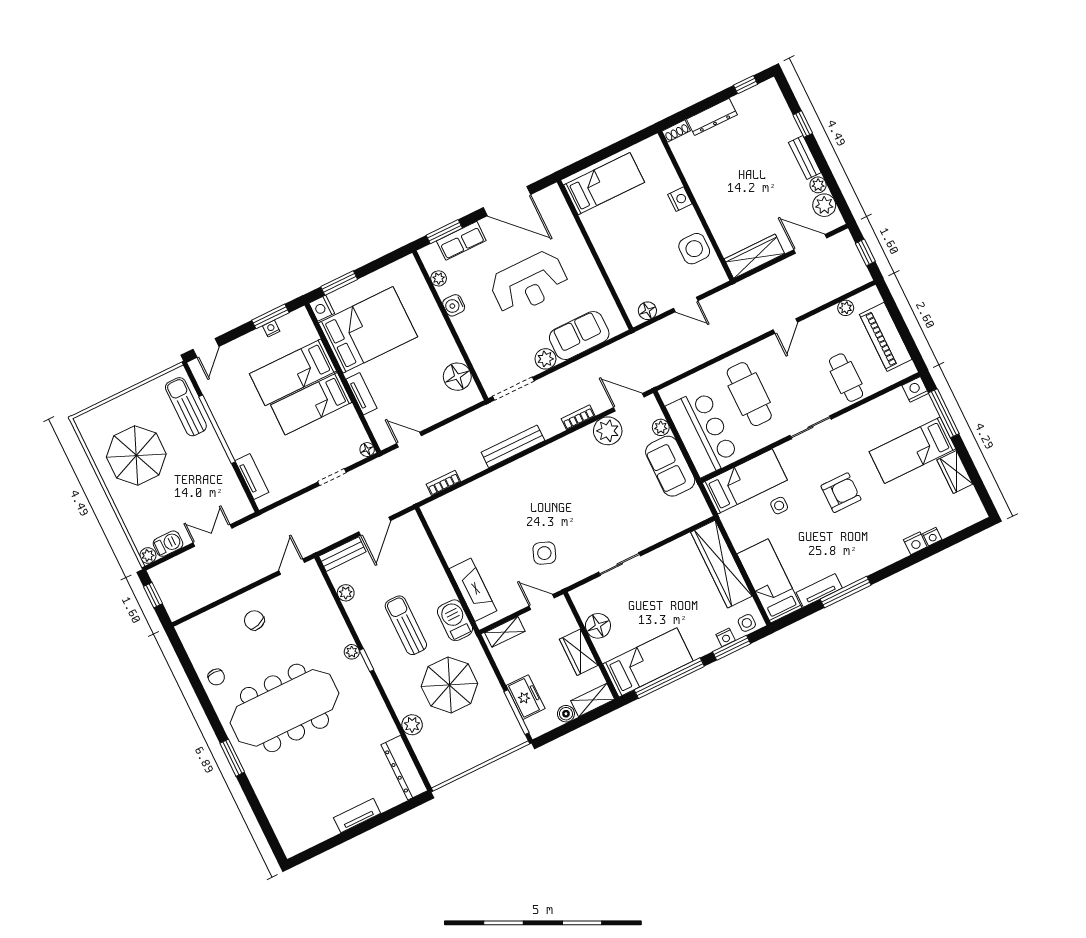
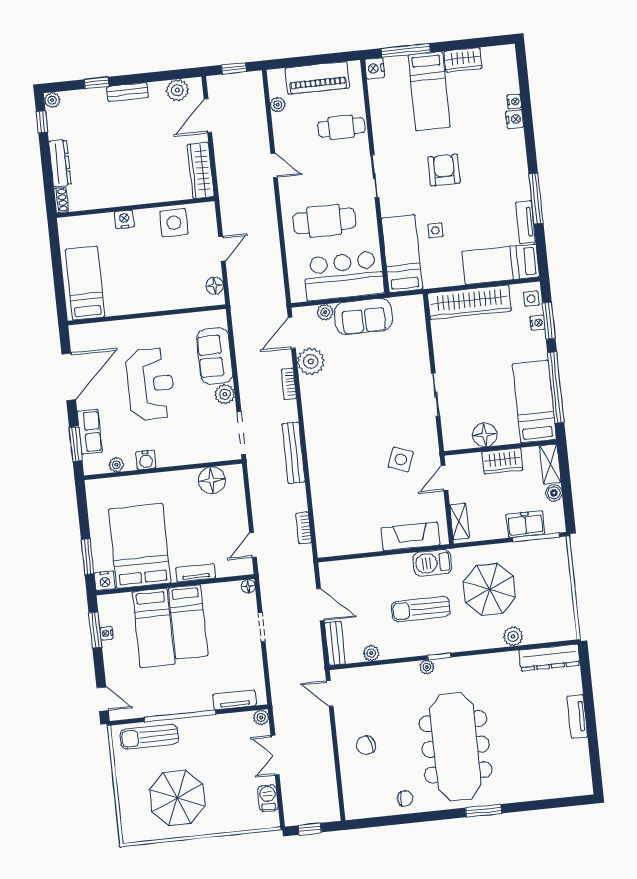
plant: (818, 185) -> (52, 100), moved
plant: (148, 555) -> (261, 717), moved

